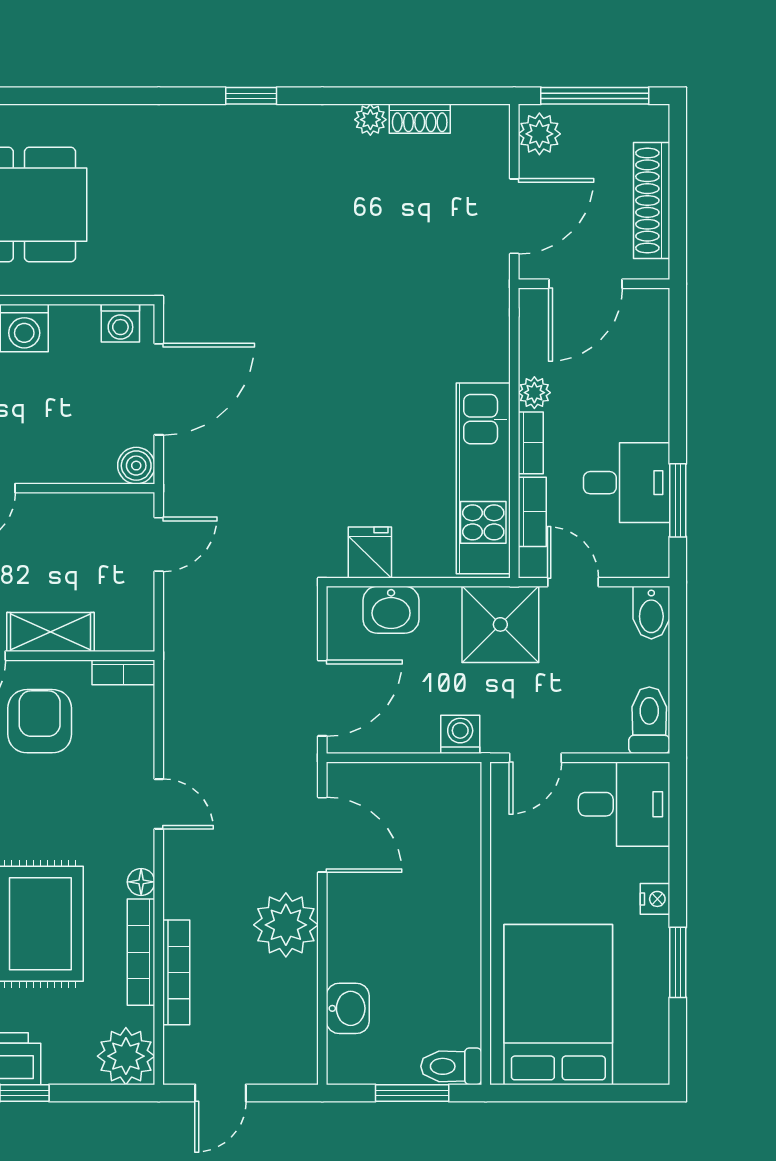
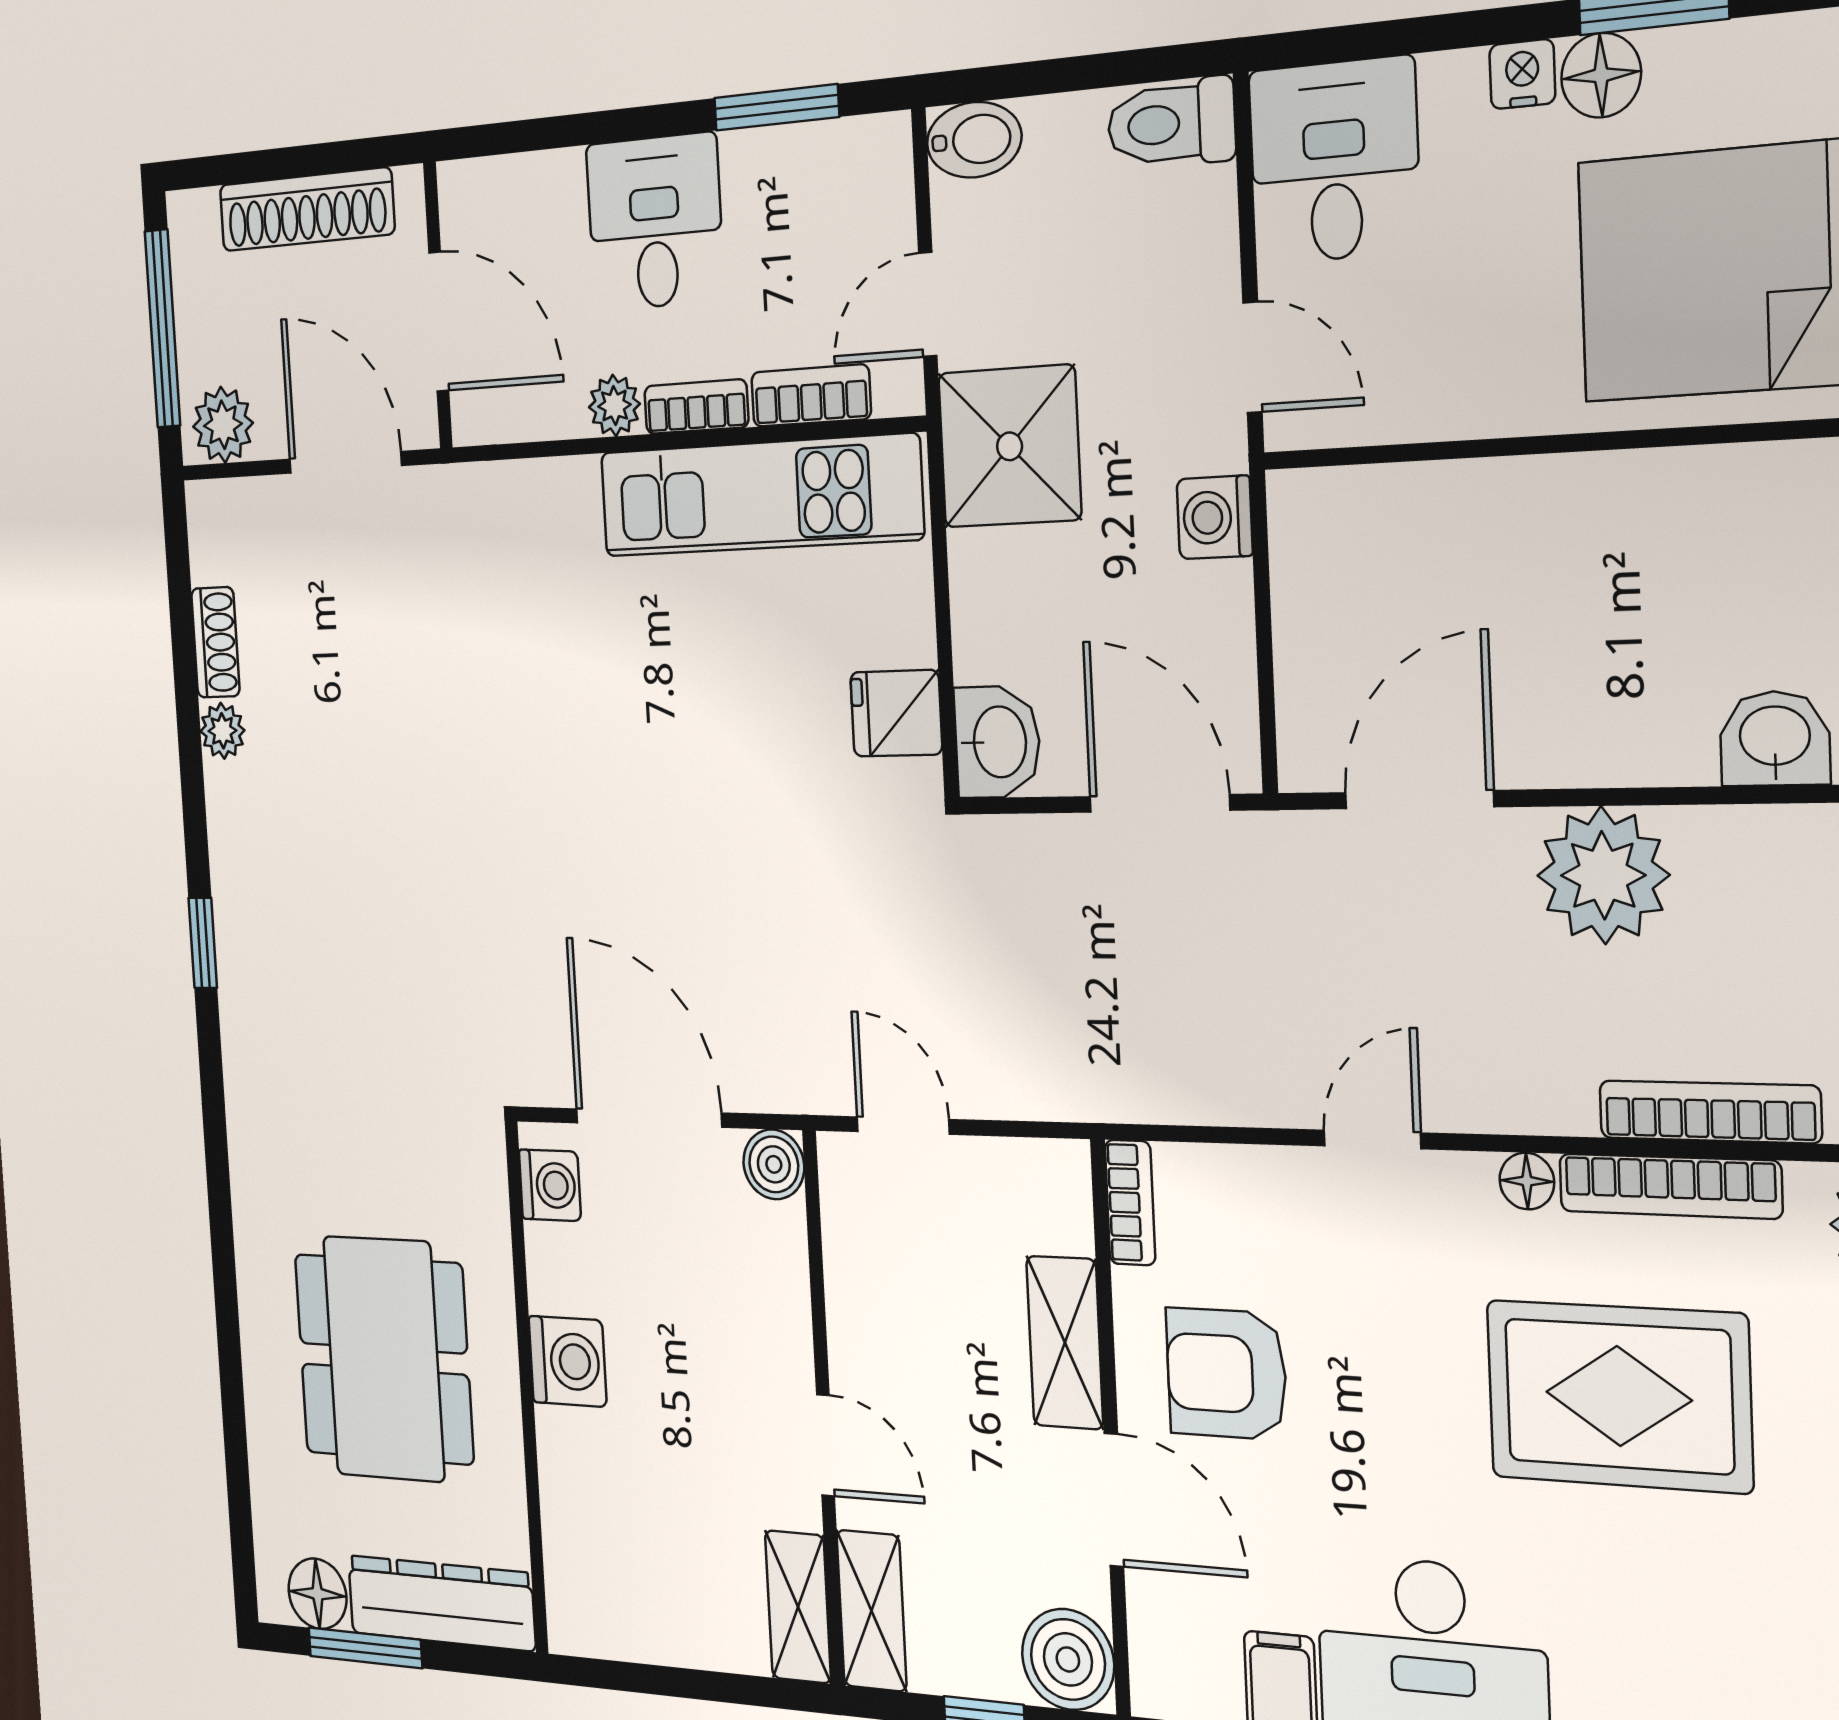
desk: (627, 483) -> (655, 222), moved
washbasin: (391, 610) -> (997, 742), moved
floor lamp: (651, 937) -> (1601, 75), added

